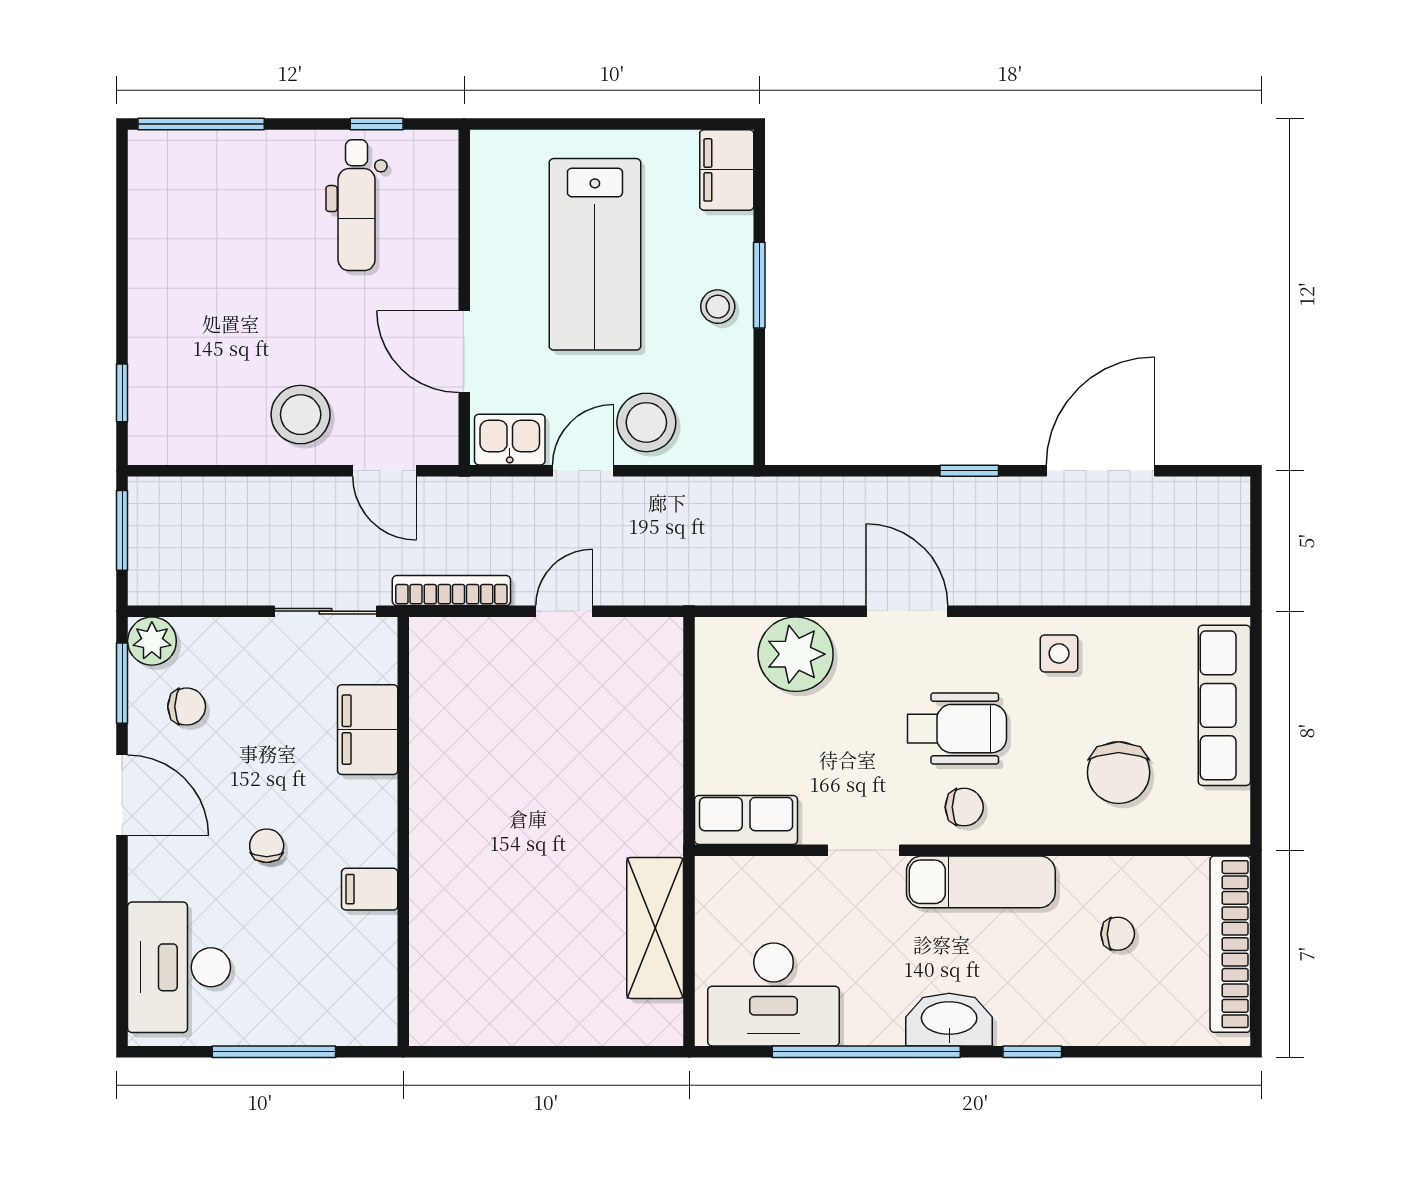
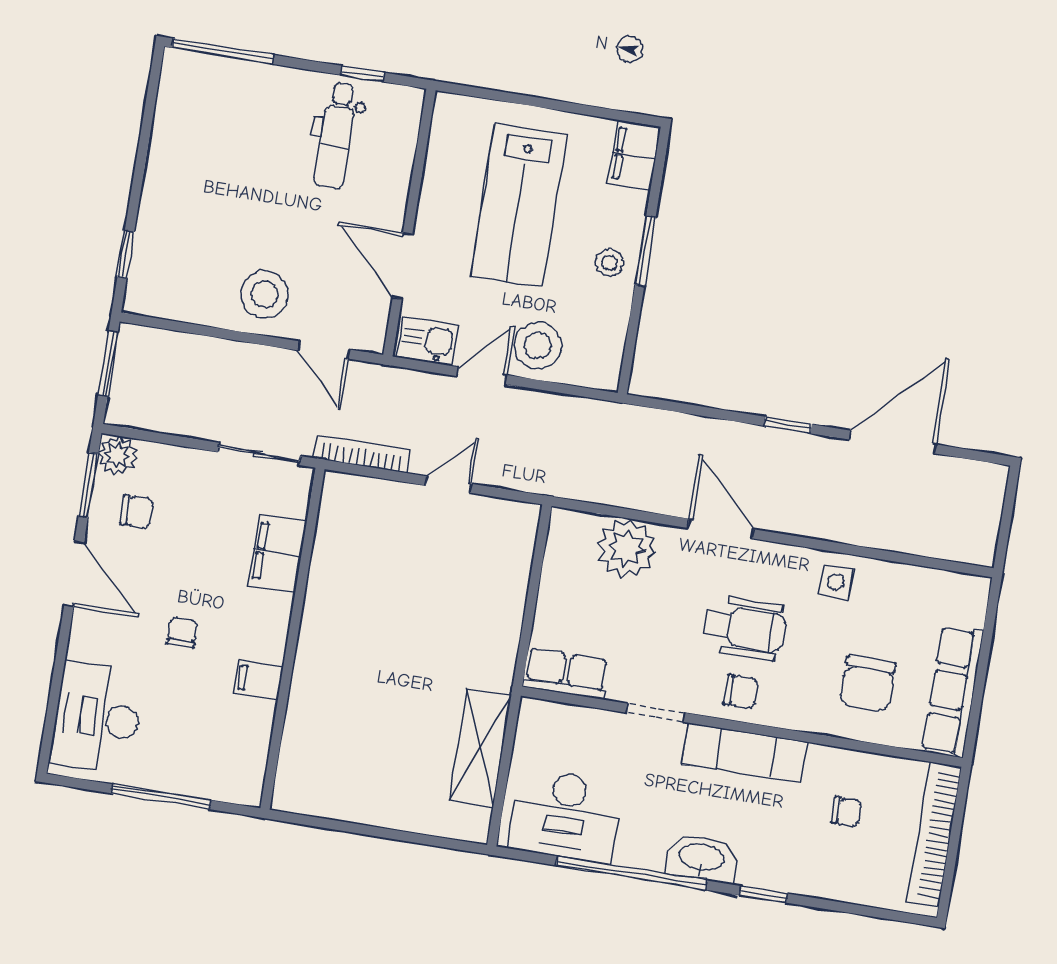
row of seats: (1224, 705) -> (953, 691), moved

